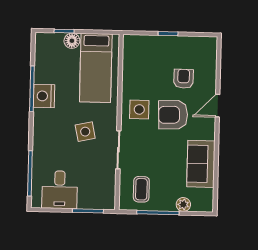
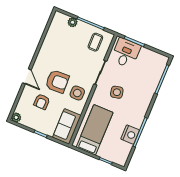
floor lamp: (72, 41) -> (103, 153), removed
plant: (210, 43) -> (16, 117), added
nightstand: (44, 96) -> (130, 135), moved
door: (218, 106) -> (27, 76), hinge flipped
sofa: (201, 164) -> (67, 126), moved, turned 180
desk: (60, 190) -> (126, 53), moved

